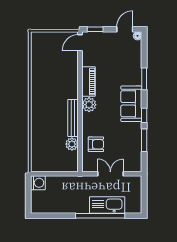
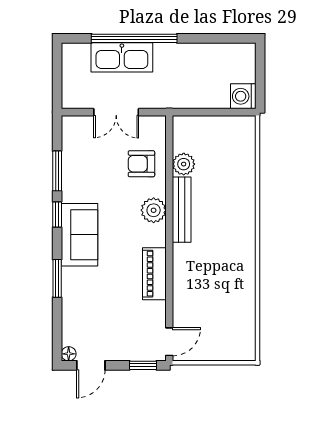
plant: (89, 105) -> (154, 210), moved

